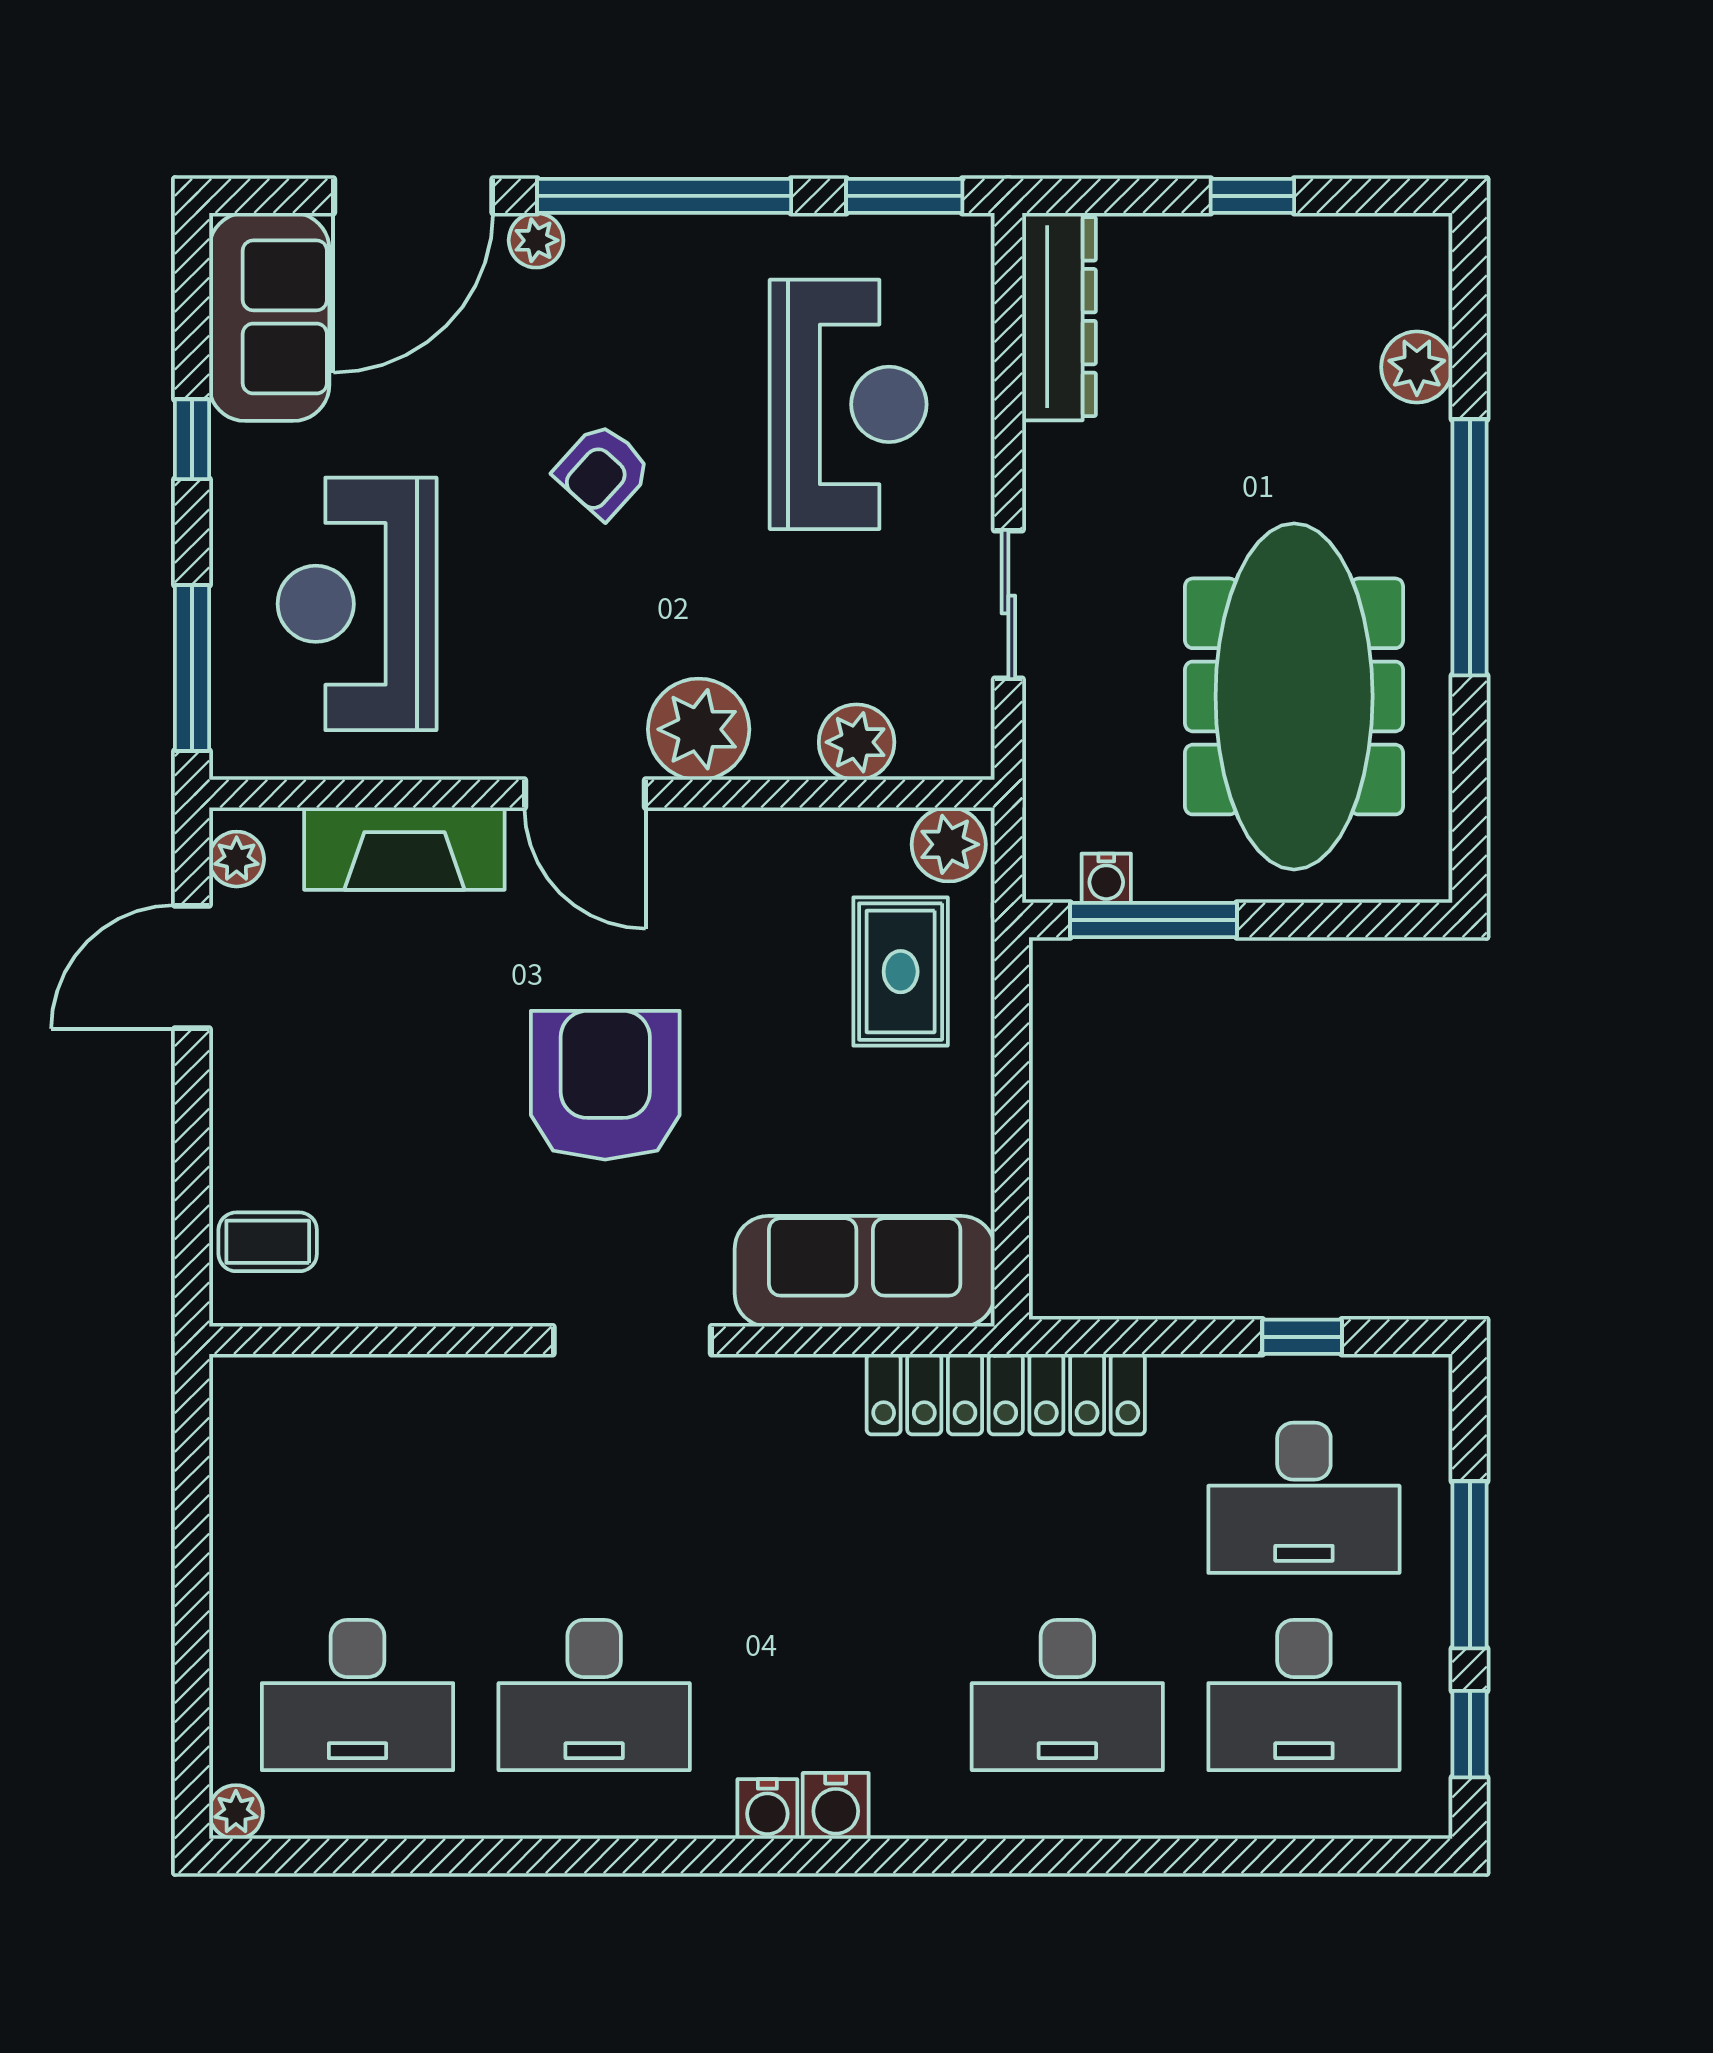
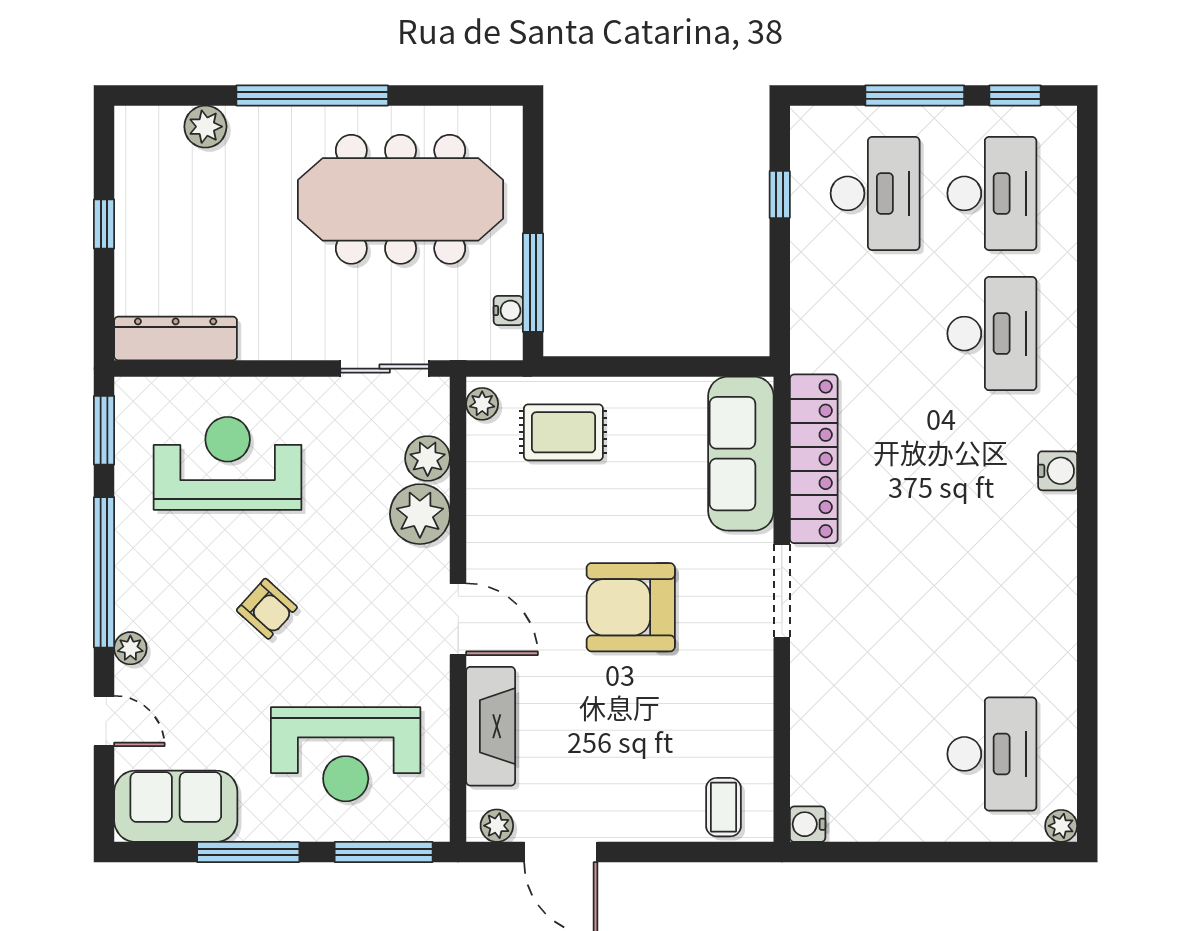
door: (413, 196) -> (104, 721), width x0.53
window: (192, 439) -> (248, 852), width x2.17
sliding door: (1008, 604) -> (385, 369), moved
plant: (699, 729) -> (420, 514), moved
door: (585, 794) -> (458, 619), hinge flipped
plant: (949, 844) -> (482, 404), width x0.73, depth x0.73
locker: (1006, 1394) -> (814, 459), moved
desk: (594, 1695) -> (992, 614), removed
water cooler: (767, 1809) -> (808, 824), moved, turned 180

